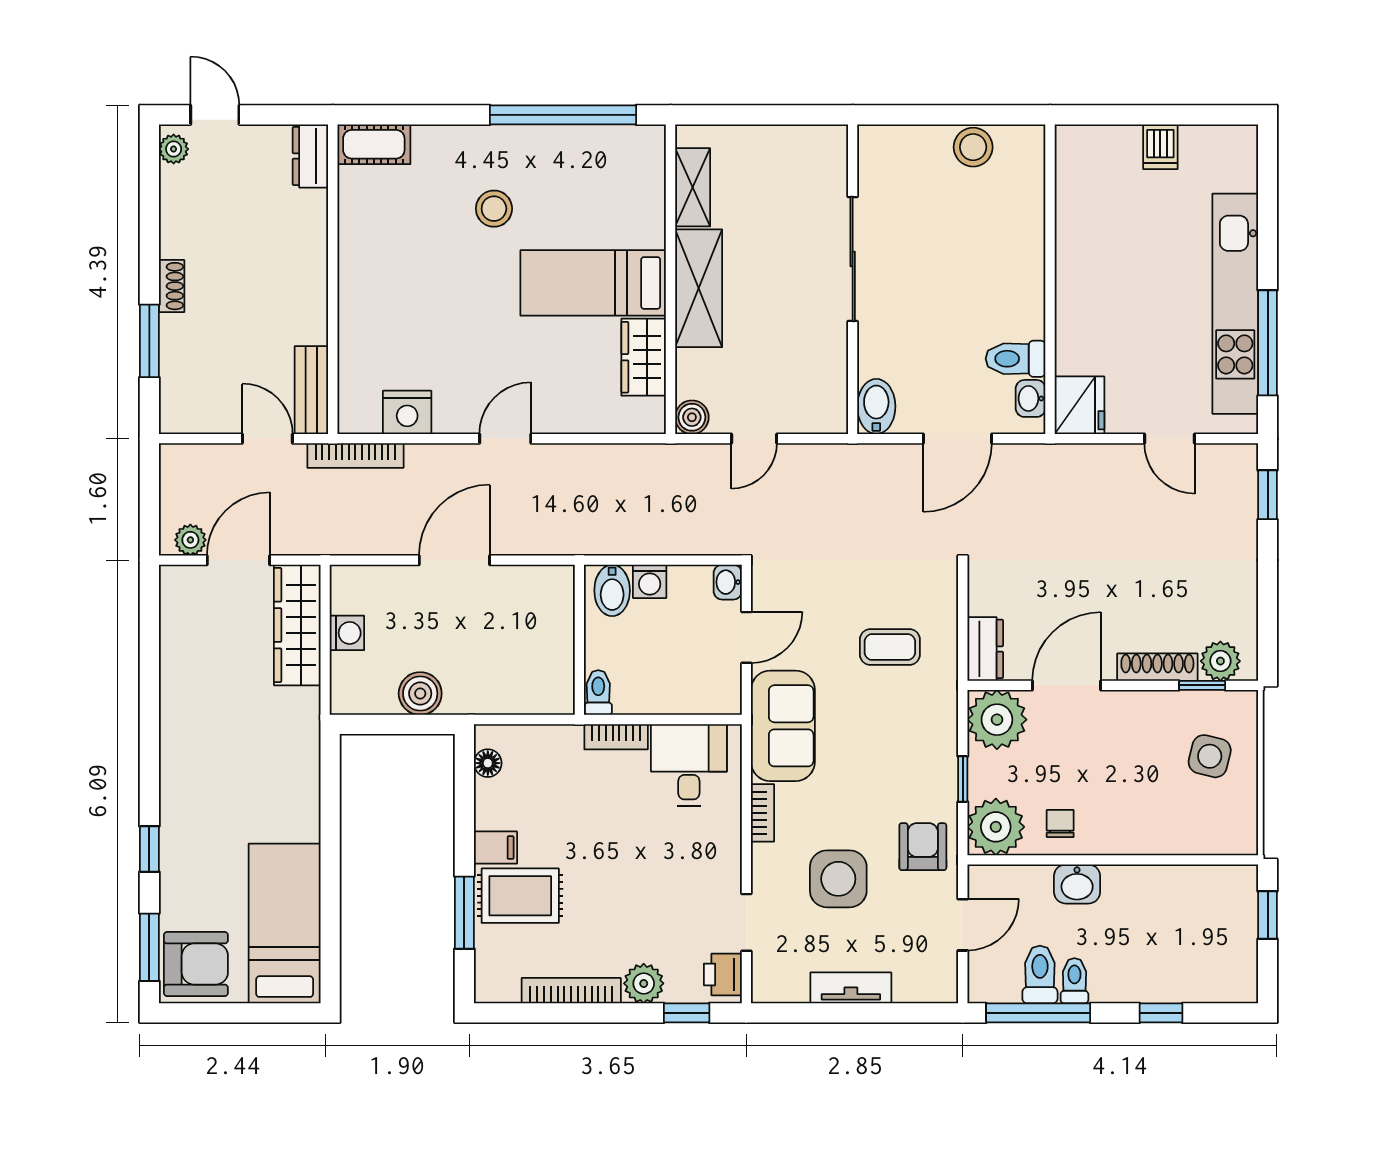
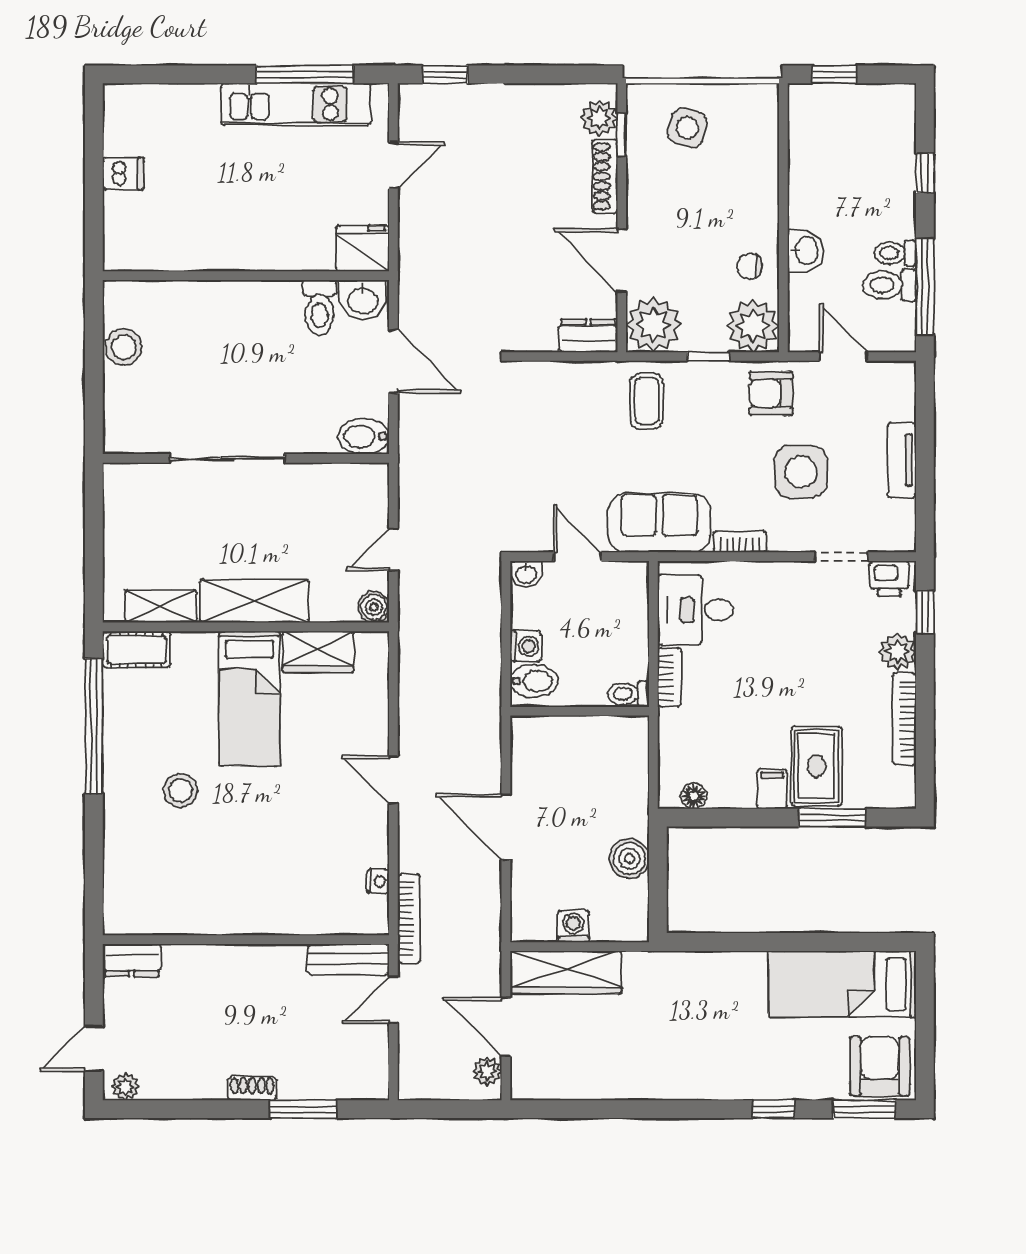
cot: (374, 144) -> (136, 650), moved, turned 90
kitchen unit: (1235, 304) -> (296, 104), width x0.73
washbasin: (1031, 398) -> (363, 300), width x1.38, depth x1.45
nightstand: (407, 412) -> (378, 881), width x0.53, depth x0.56
door: (754, 439) -> (393, 550), swing flipped
coffee table: (890, 647) -> (647, 401), moved

